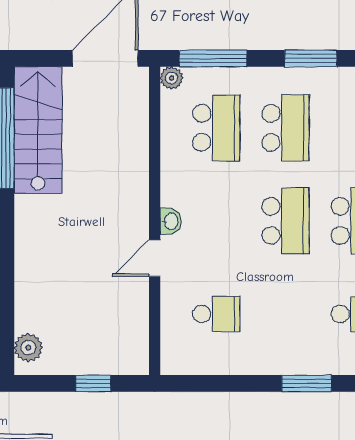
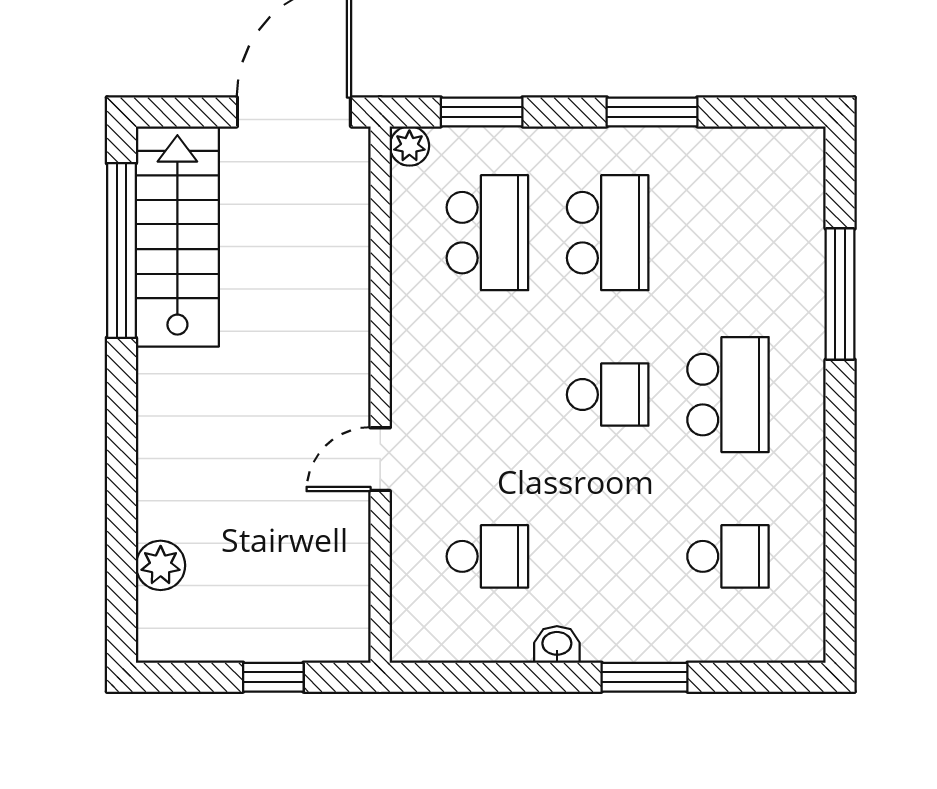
window: (213, 58) -> (482, 112), width x0.69
washbasin: (171, 221) -> (557, 644), moved, turned -90
school desk: (285, 221) -> (608, 395), width x0.54
plant: (28, 348) -> (161, 565), moved

